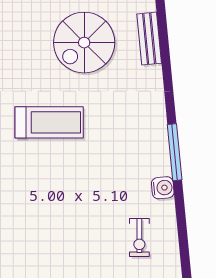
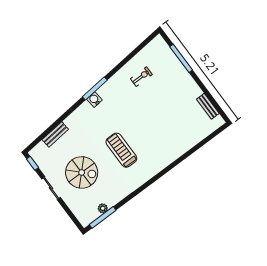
spiral stairs: (84, 43) -> (82, 172), moved
water cooler: (163, 188) -> (94, 100), moved

